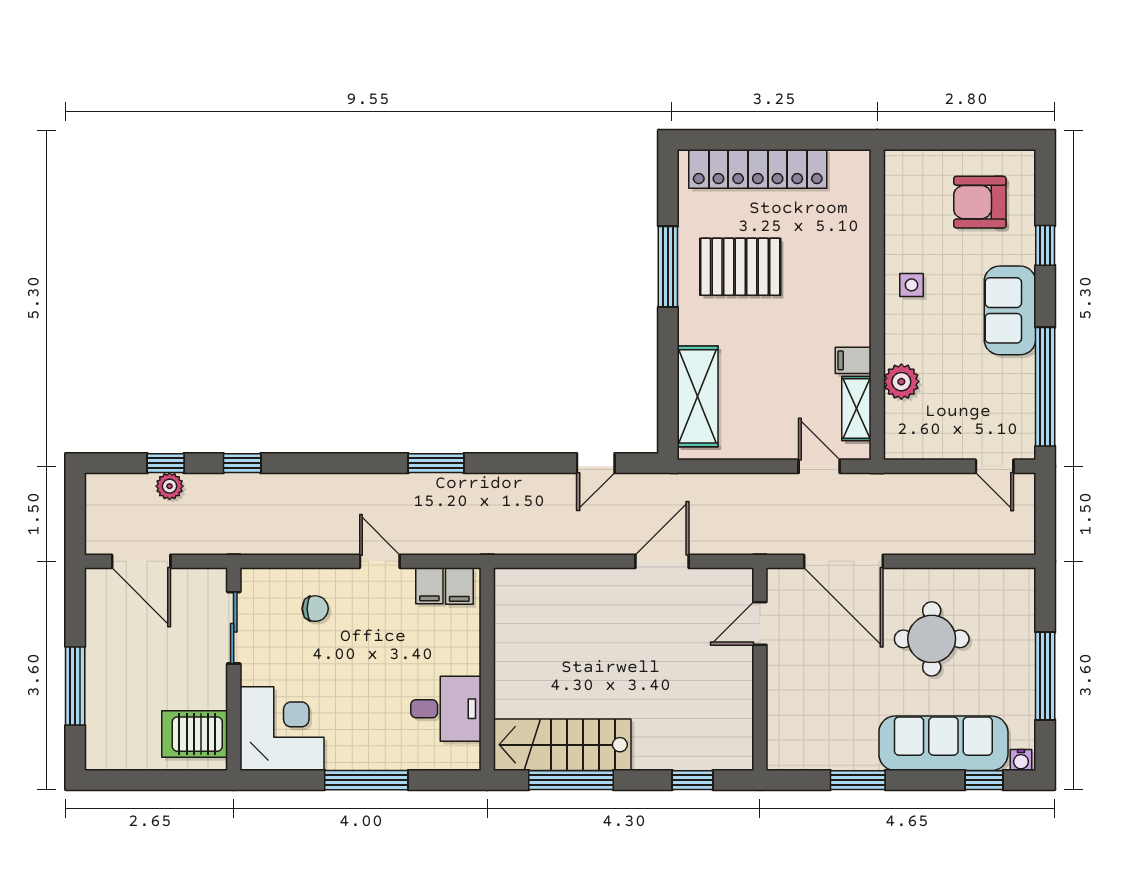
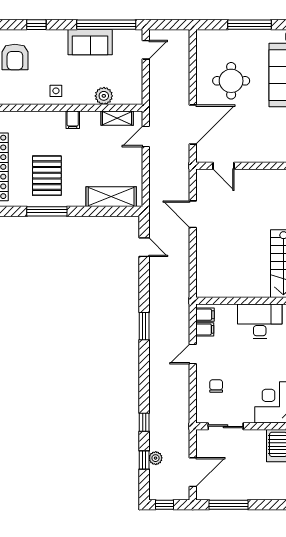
sofa: (1010, 310) -> (90, 42), moved
filing cabinet: (853, 360) -> (73, 120), moved
window: (75, 504) -> (165, 505), added
window: (75, 686) -> (229, 505), moved
desk: (446, 709) -> (260, 321), width x1.37

